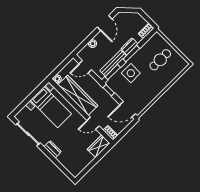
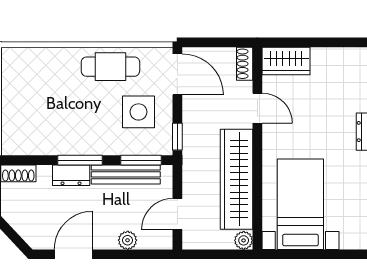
cafe table: (160, 60) -> (110, 67), moved
door: (85, 67) -> (177, 214), swing flipped
side table: (131, 73) -> (139, 112), moved

